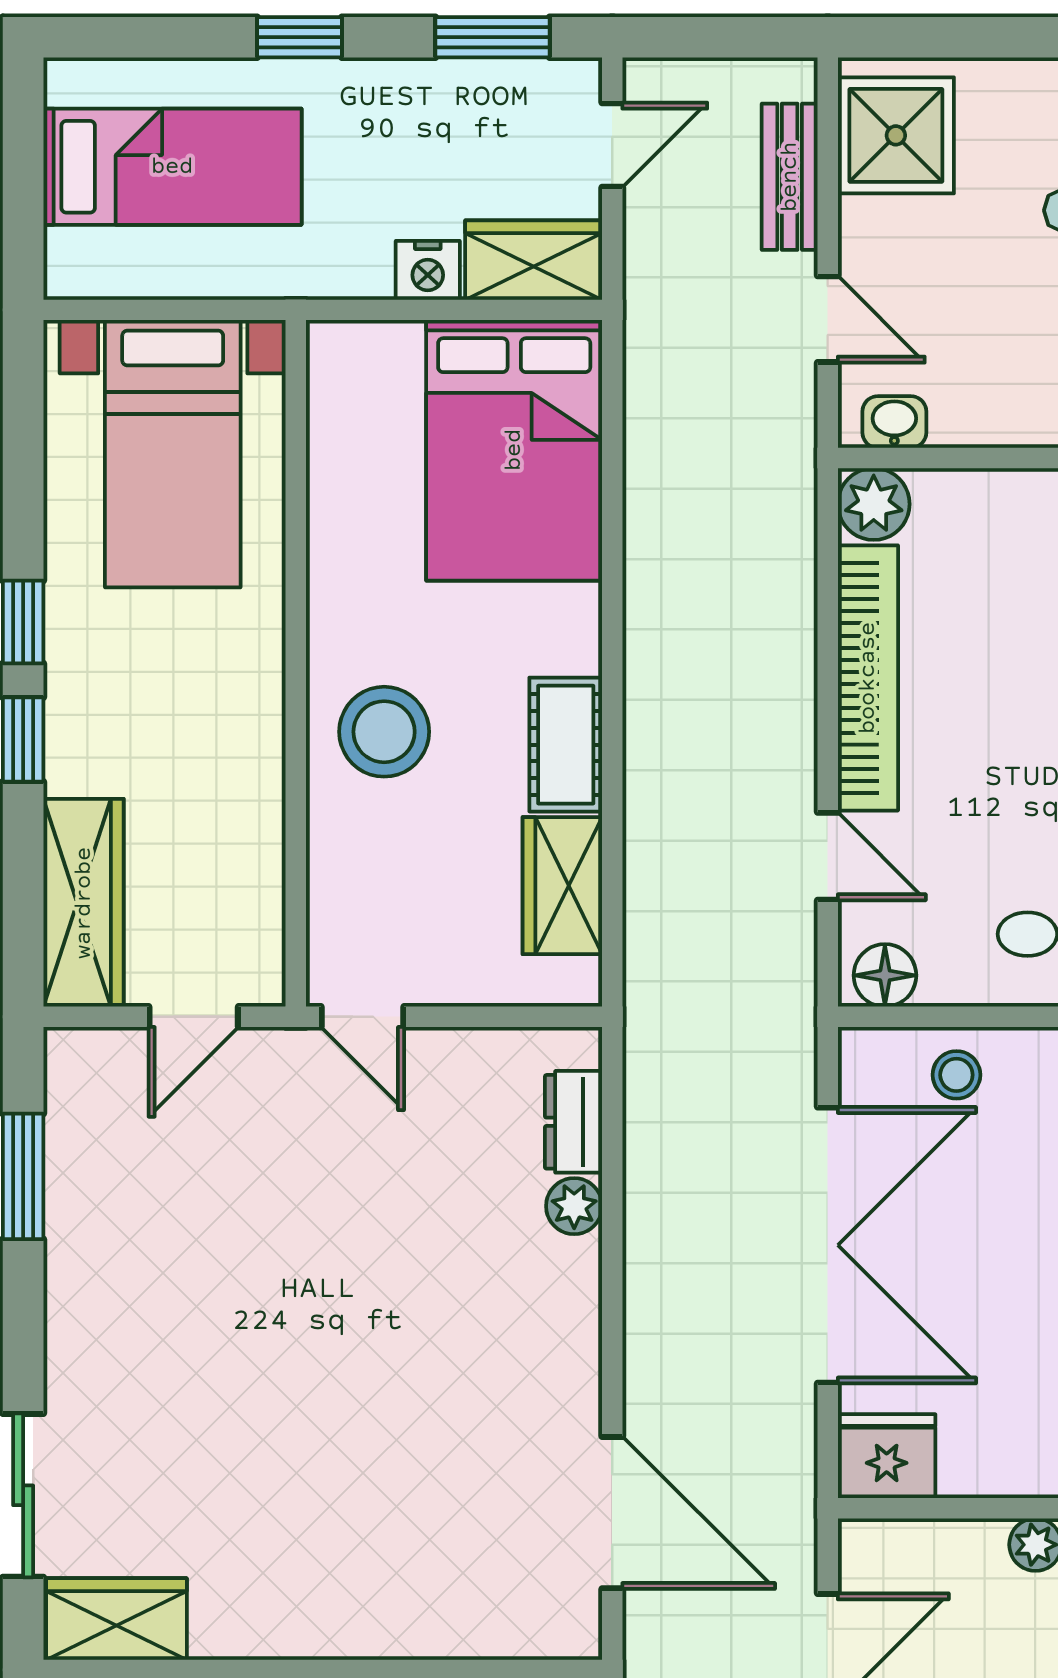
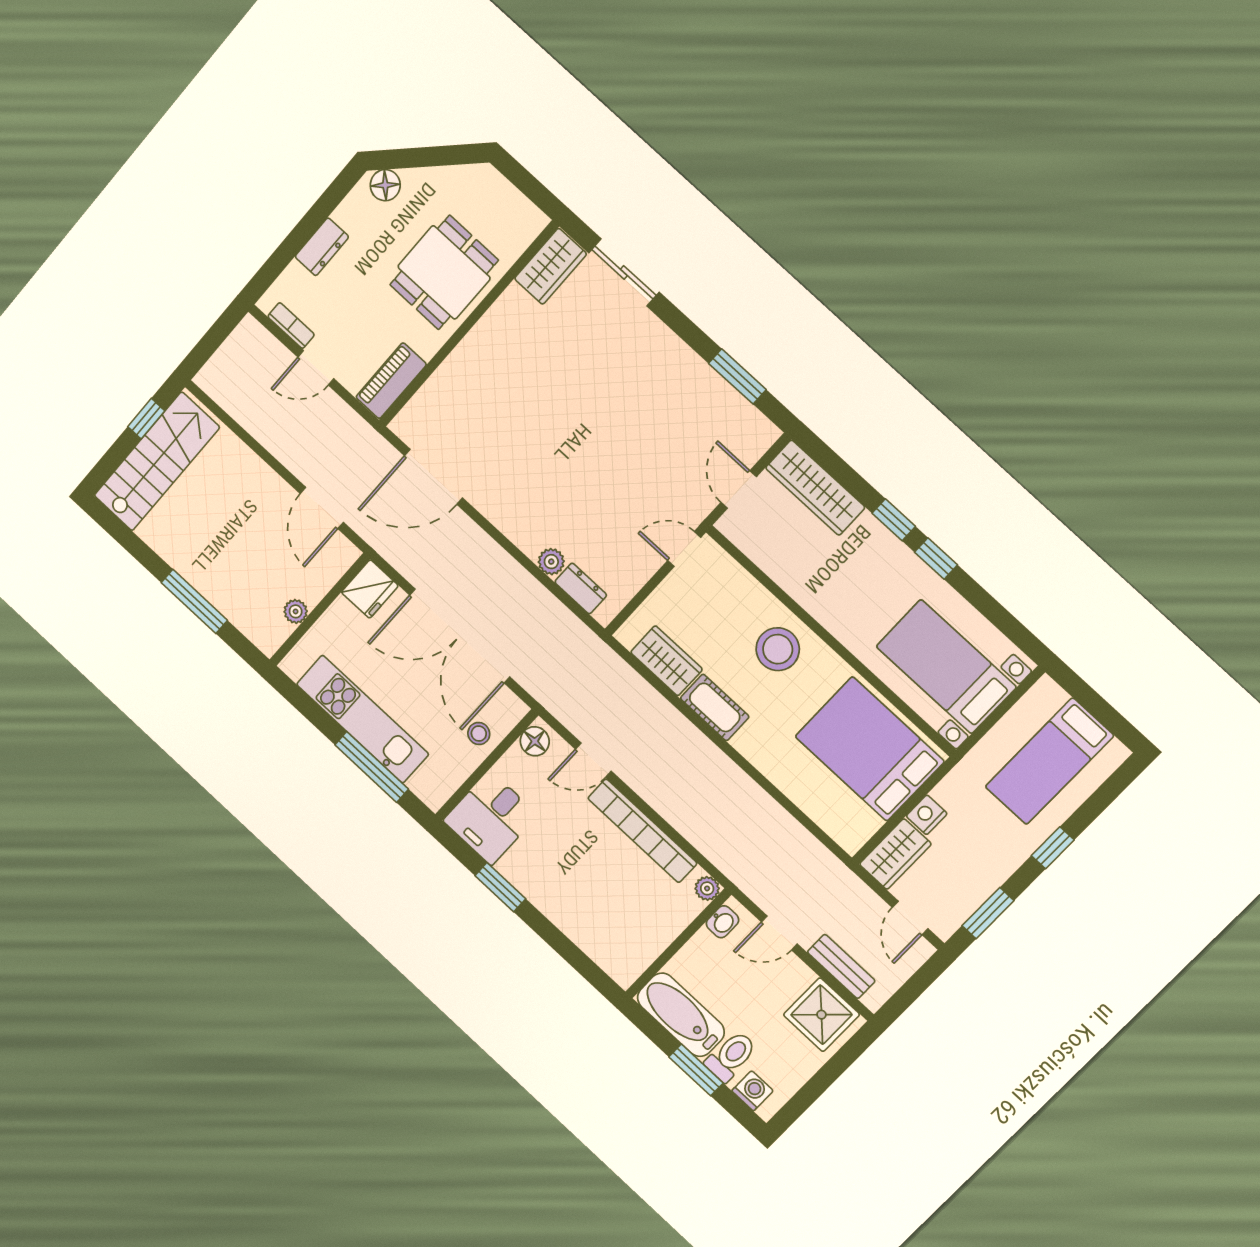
bed: (514, 450) -> (870, 749), moved
plant: (874, 504) -> (707, 888), width x0.73, depth x0.73

